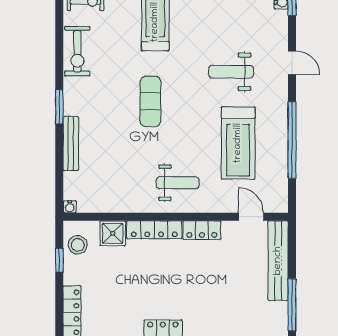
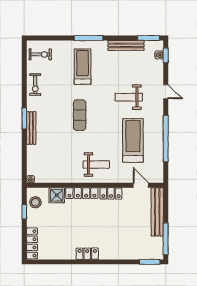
exercise bike: (77, 51) -> (35, 85), width x0.73, depth x0.72
treadmill: (238, 143) -> (133, 140), turned 180
bench: (71, 144) -> (31, 128), moved

